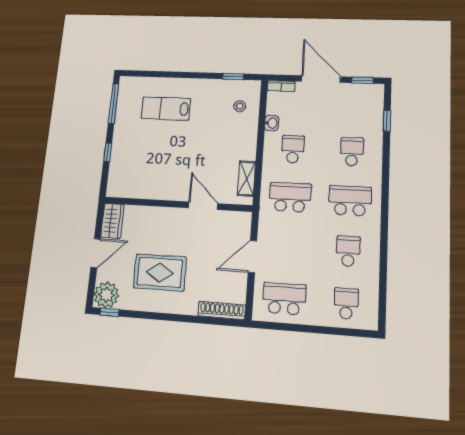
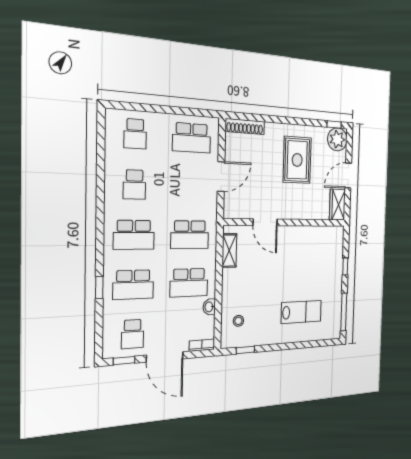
school desk: (354, 104) -> (132, 334), added
window: (387, 121) -> (99, 288), moved
school desk: (293, 149) -> (189, 283), width x1.85
school desk: (352, 152) -> (133, 285), width x1.85
rug: (160, 272) -> (297, 160), turned 90

